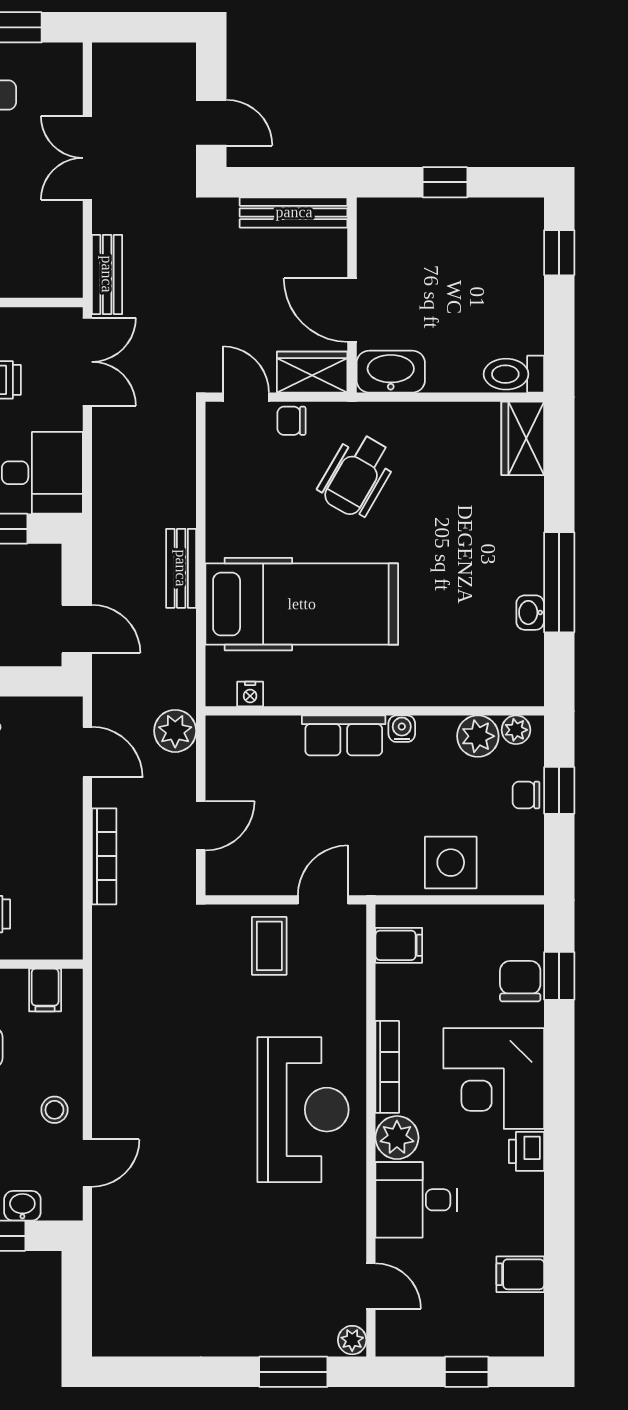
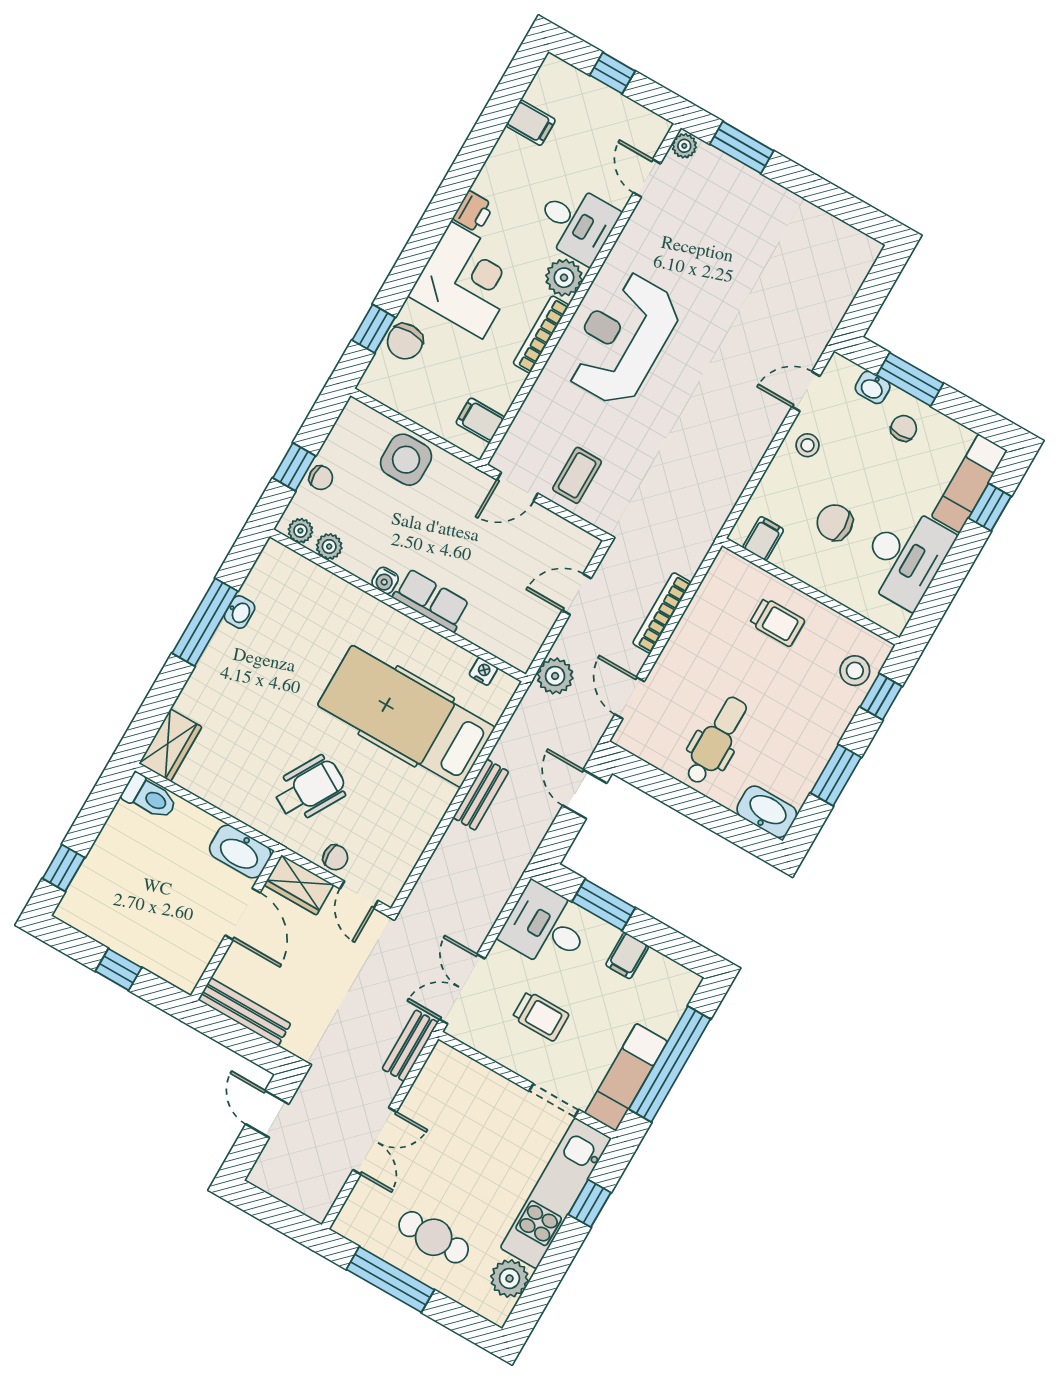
plant: (478, 736) -> (329, 547), width x0.73, depth x0.73

